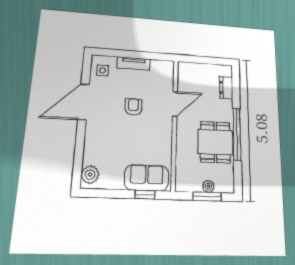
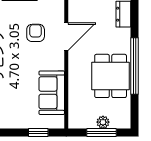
armchair: (133, 107) -> (36, 33), moved
sofa: (147, 178) -> (52, 93), moved, turned -90

